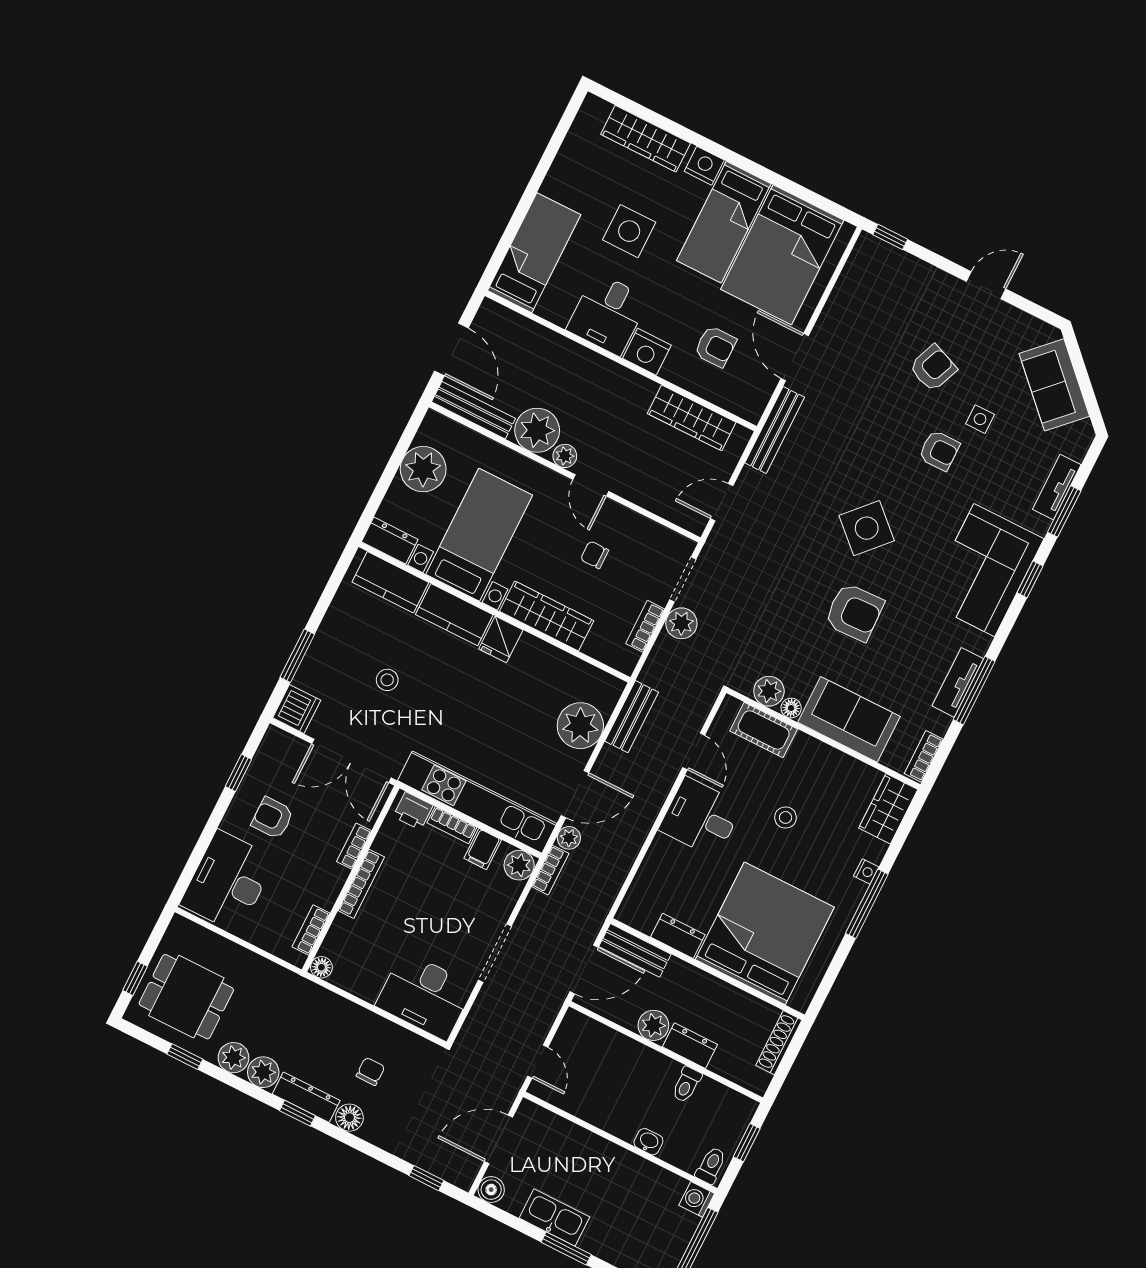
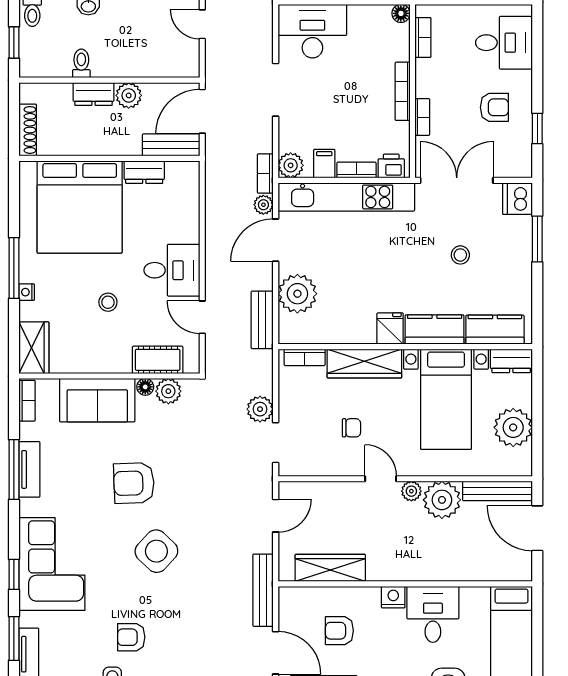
nightstand: (647, 352) -> (393, 597), width x0.74, depth x0.75
bookcase: (645, 626) -> (305, 357), moved, turned 90
desk: (228, 881) -> (504, 43), width x0.73

